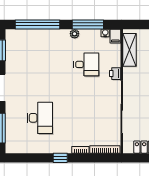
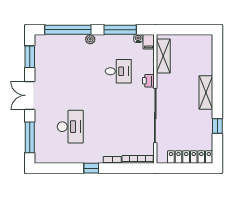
plant: (75, 34) -> (90, 39), moved

